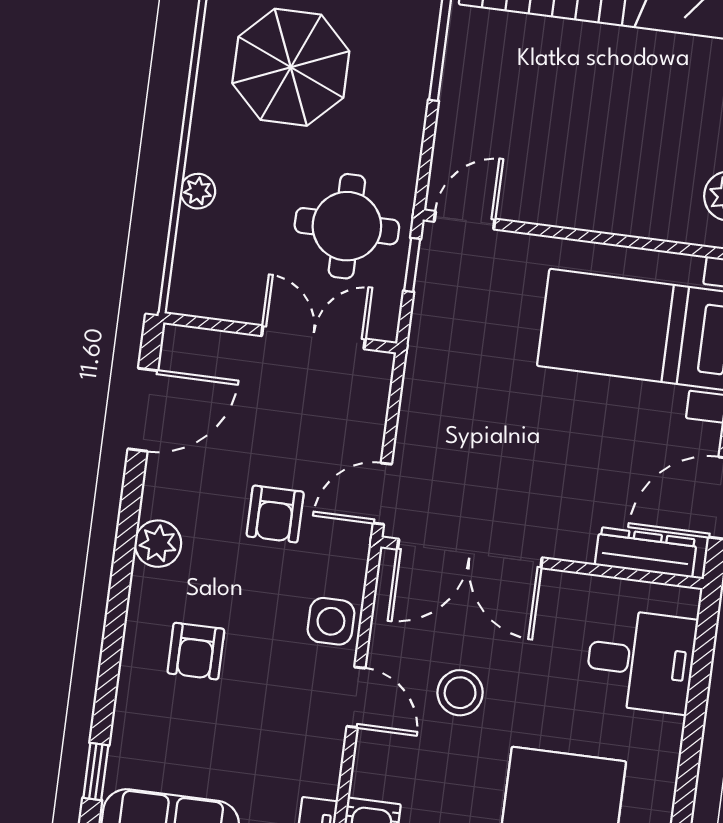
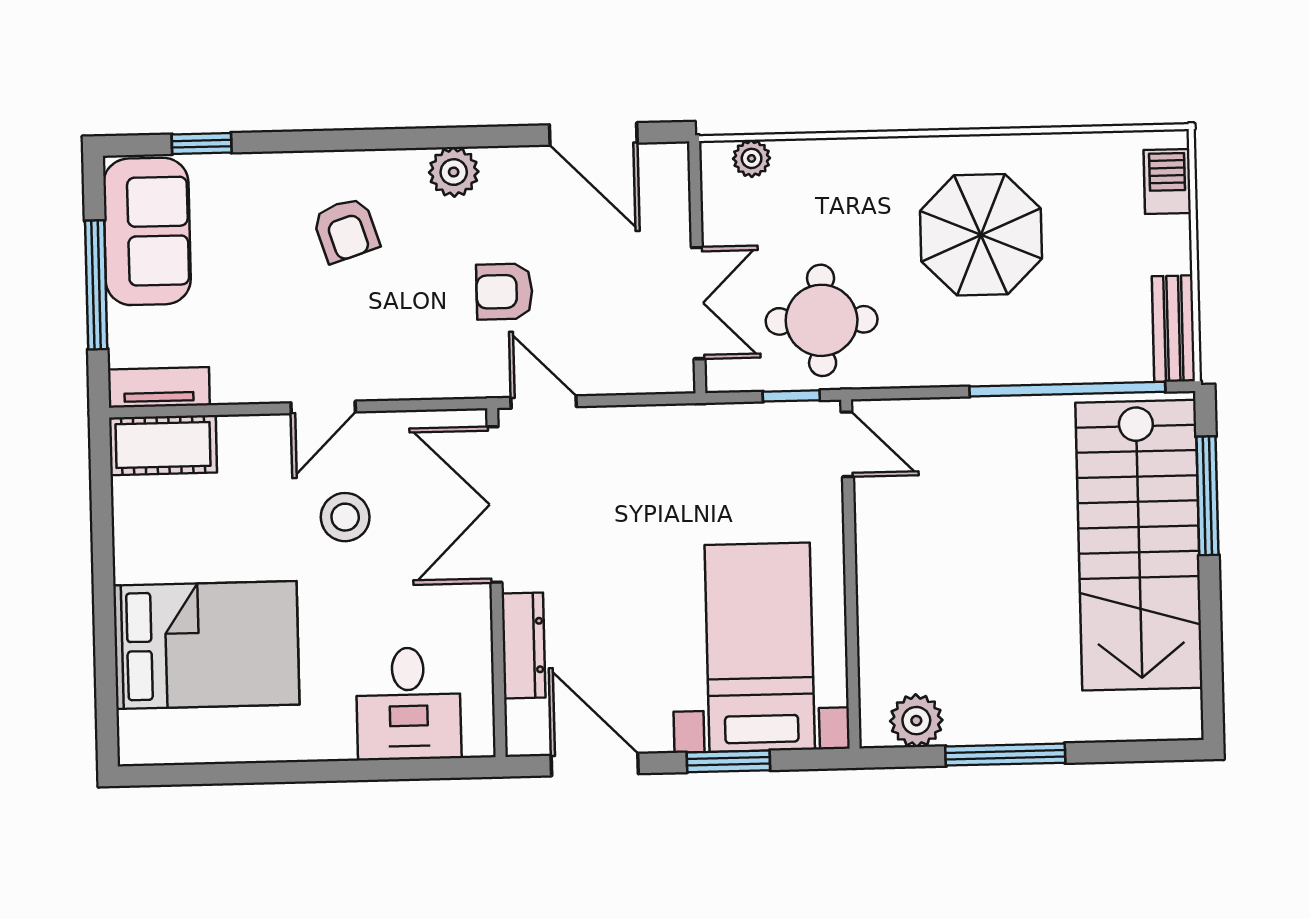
plant: (198, 191) -> (752, 158), moved
dresser: (646, 552) -> (523, 645), moved
side table: (331, 621) -> (400, 368), removed
armchair: (196, 651) -> (346, 230), turned -108

